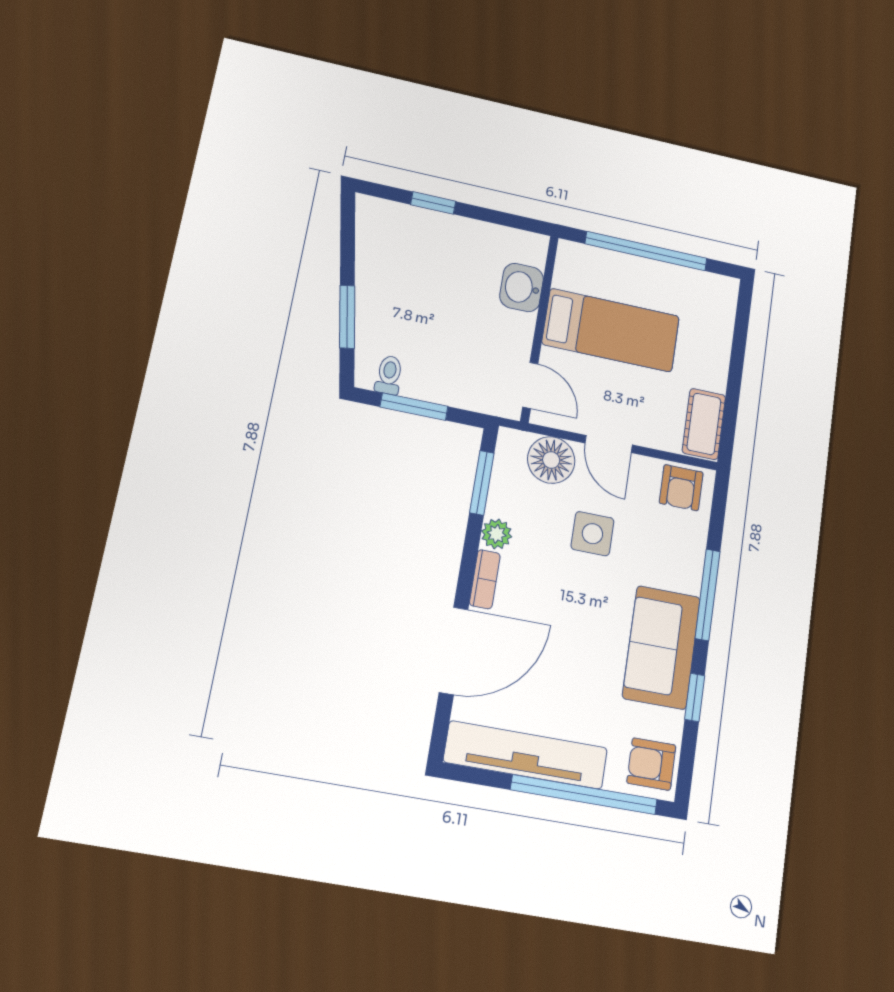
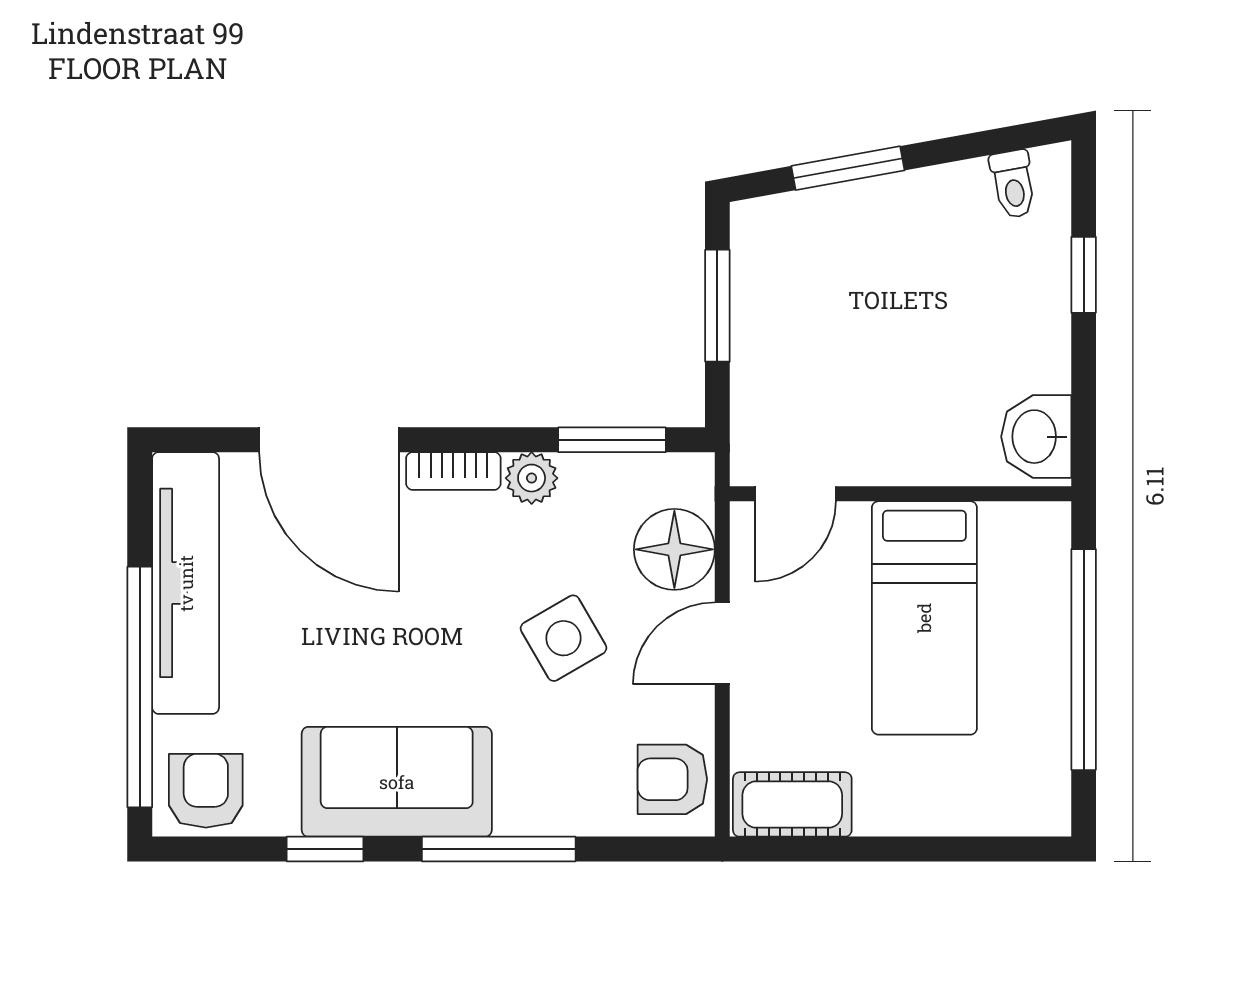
washbasin: (522, 287) -> (1036, 437), moved, turned -90
toilet: (389, 375) -> (1013, 184), moved, turned 80
side table: (592, 534) -> (564, 638), turned -30

